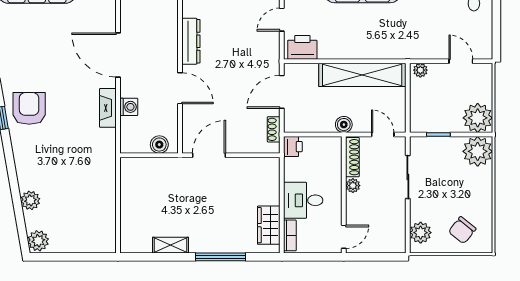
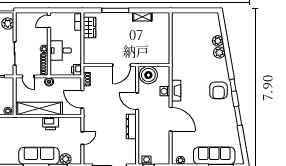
printer: (302, 47) -> (51, 123), moved
door: (282, 92) -> (82, 99), swing flipped
boiler: (159, 145) -> (148, 75), width x1.86, depth x1.86
desk: (303, 200) -> (61, 51), moved, turned 180
plant: (38, 241) -> (219, 52), moved

